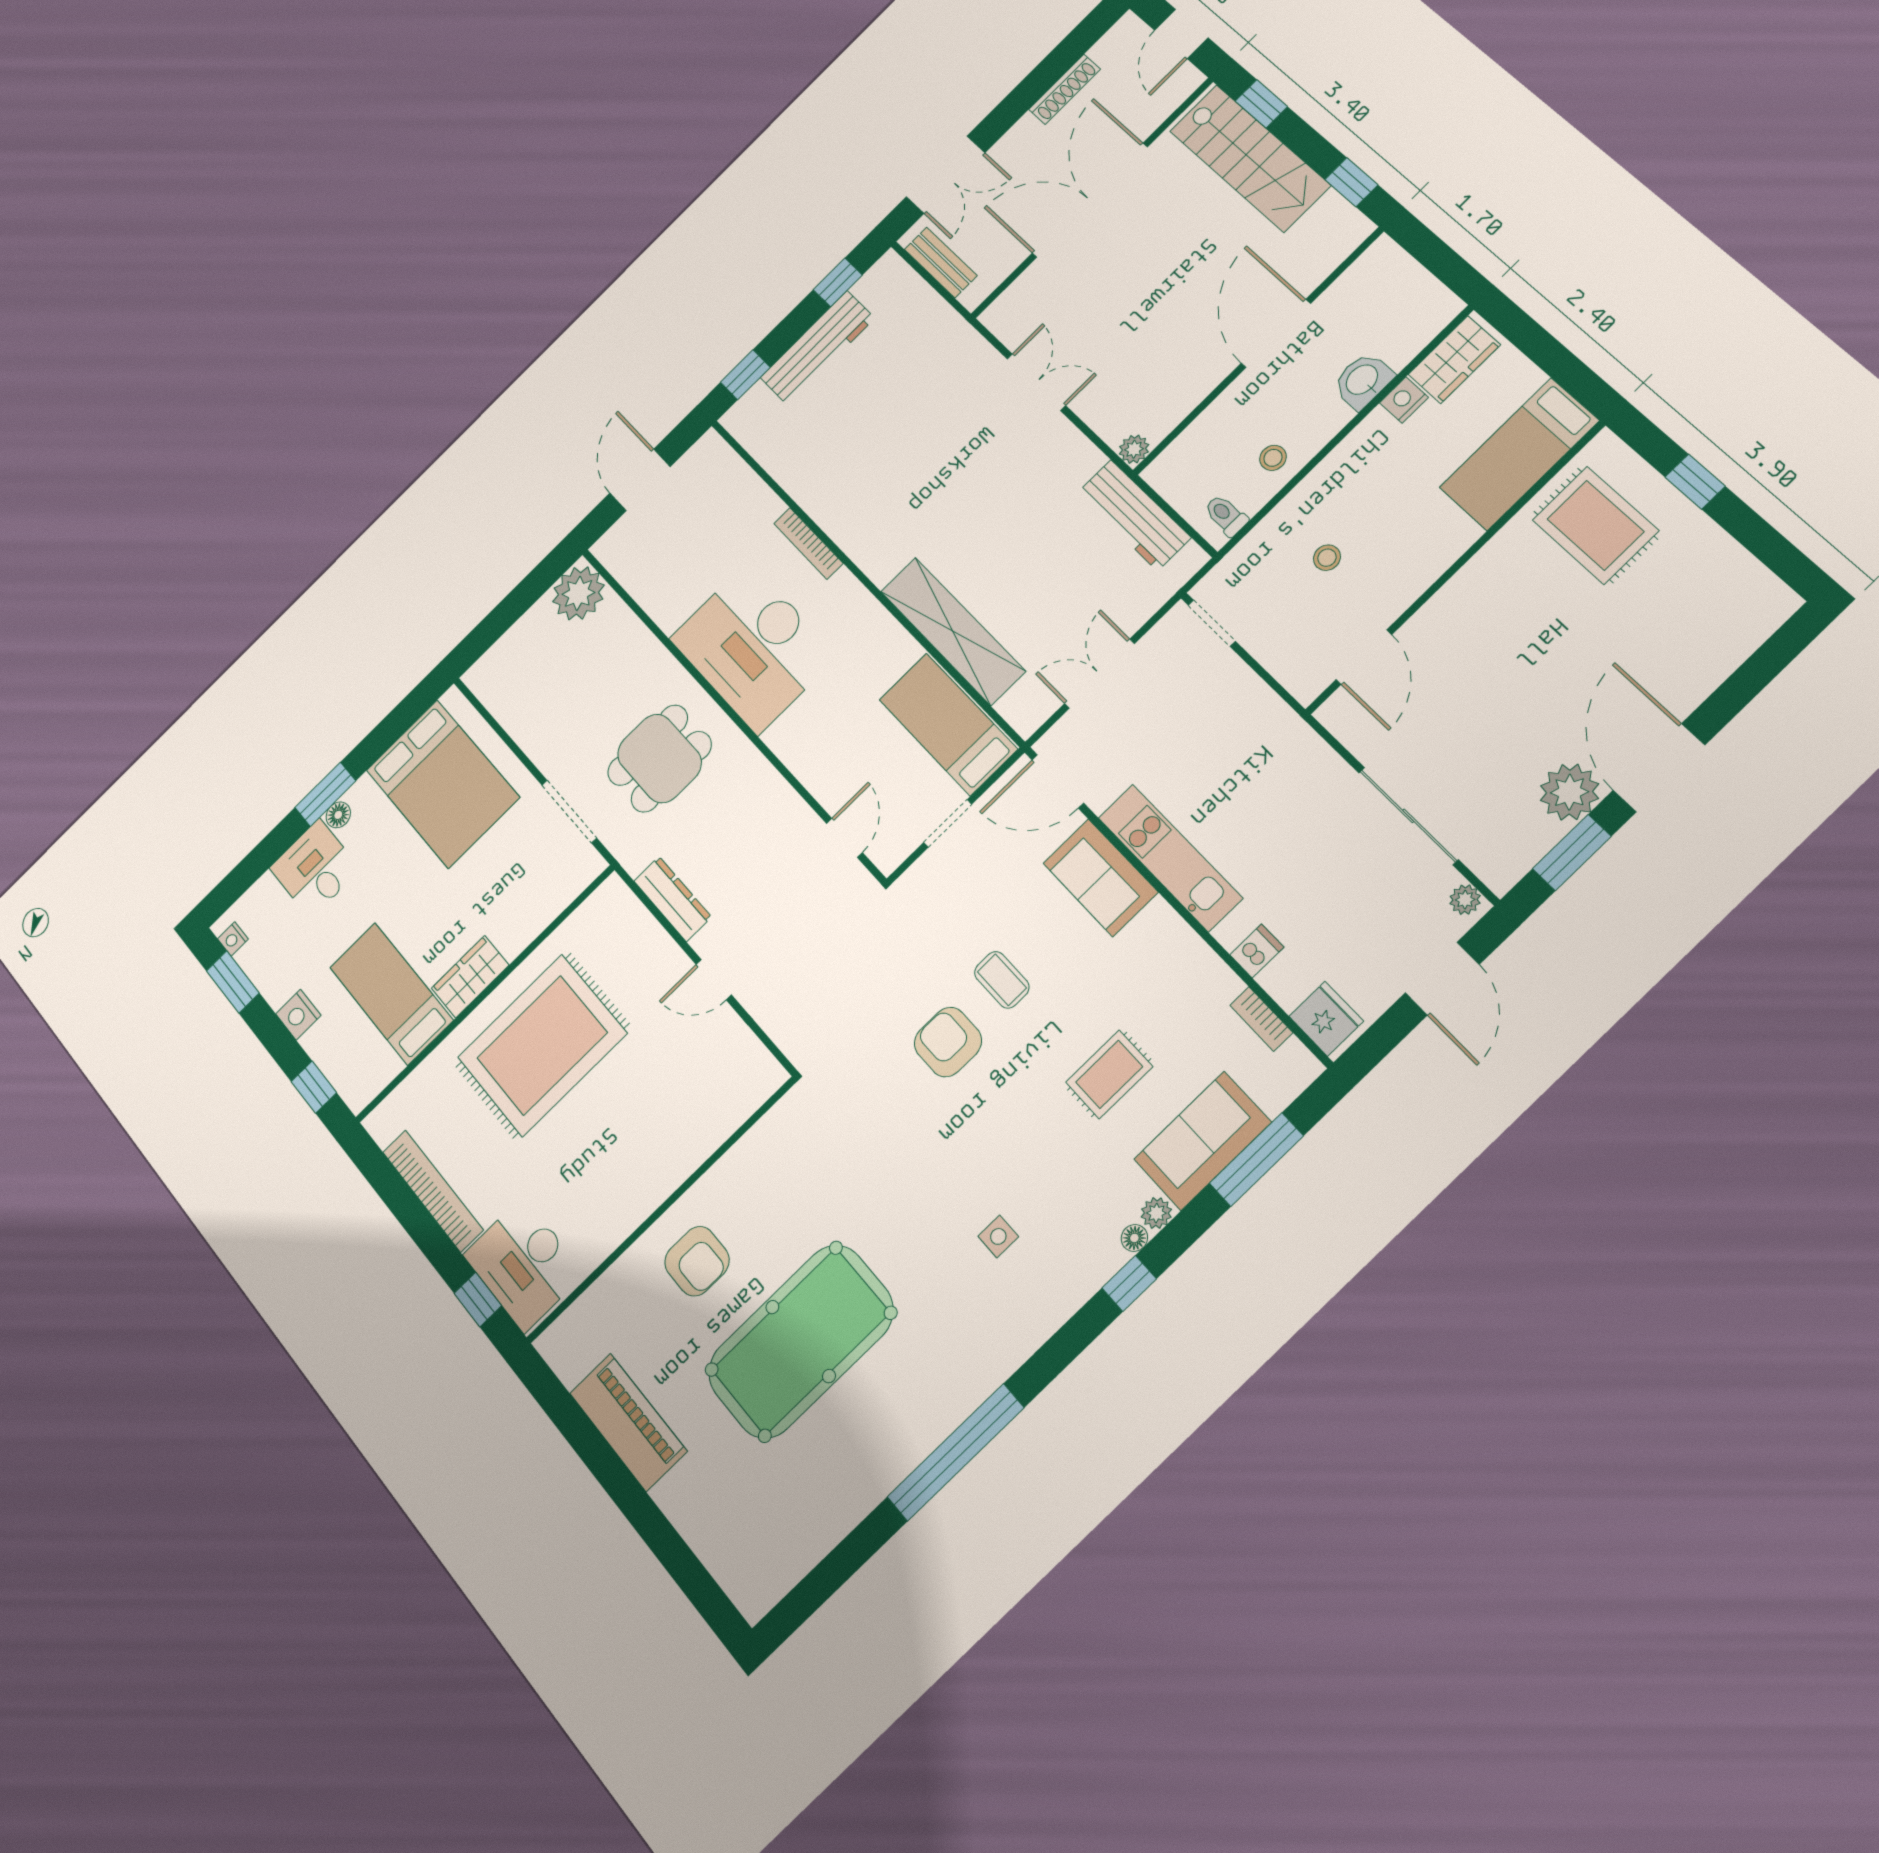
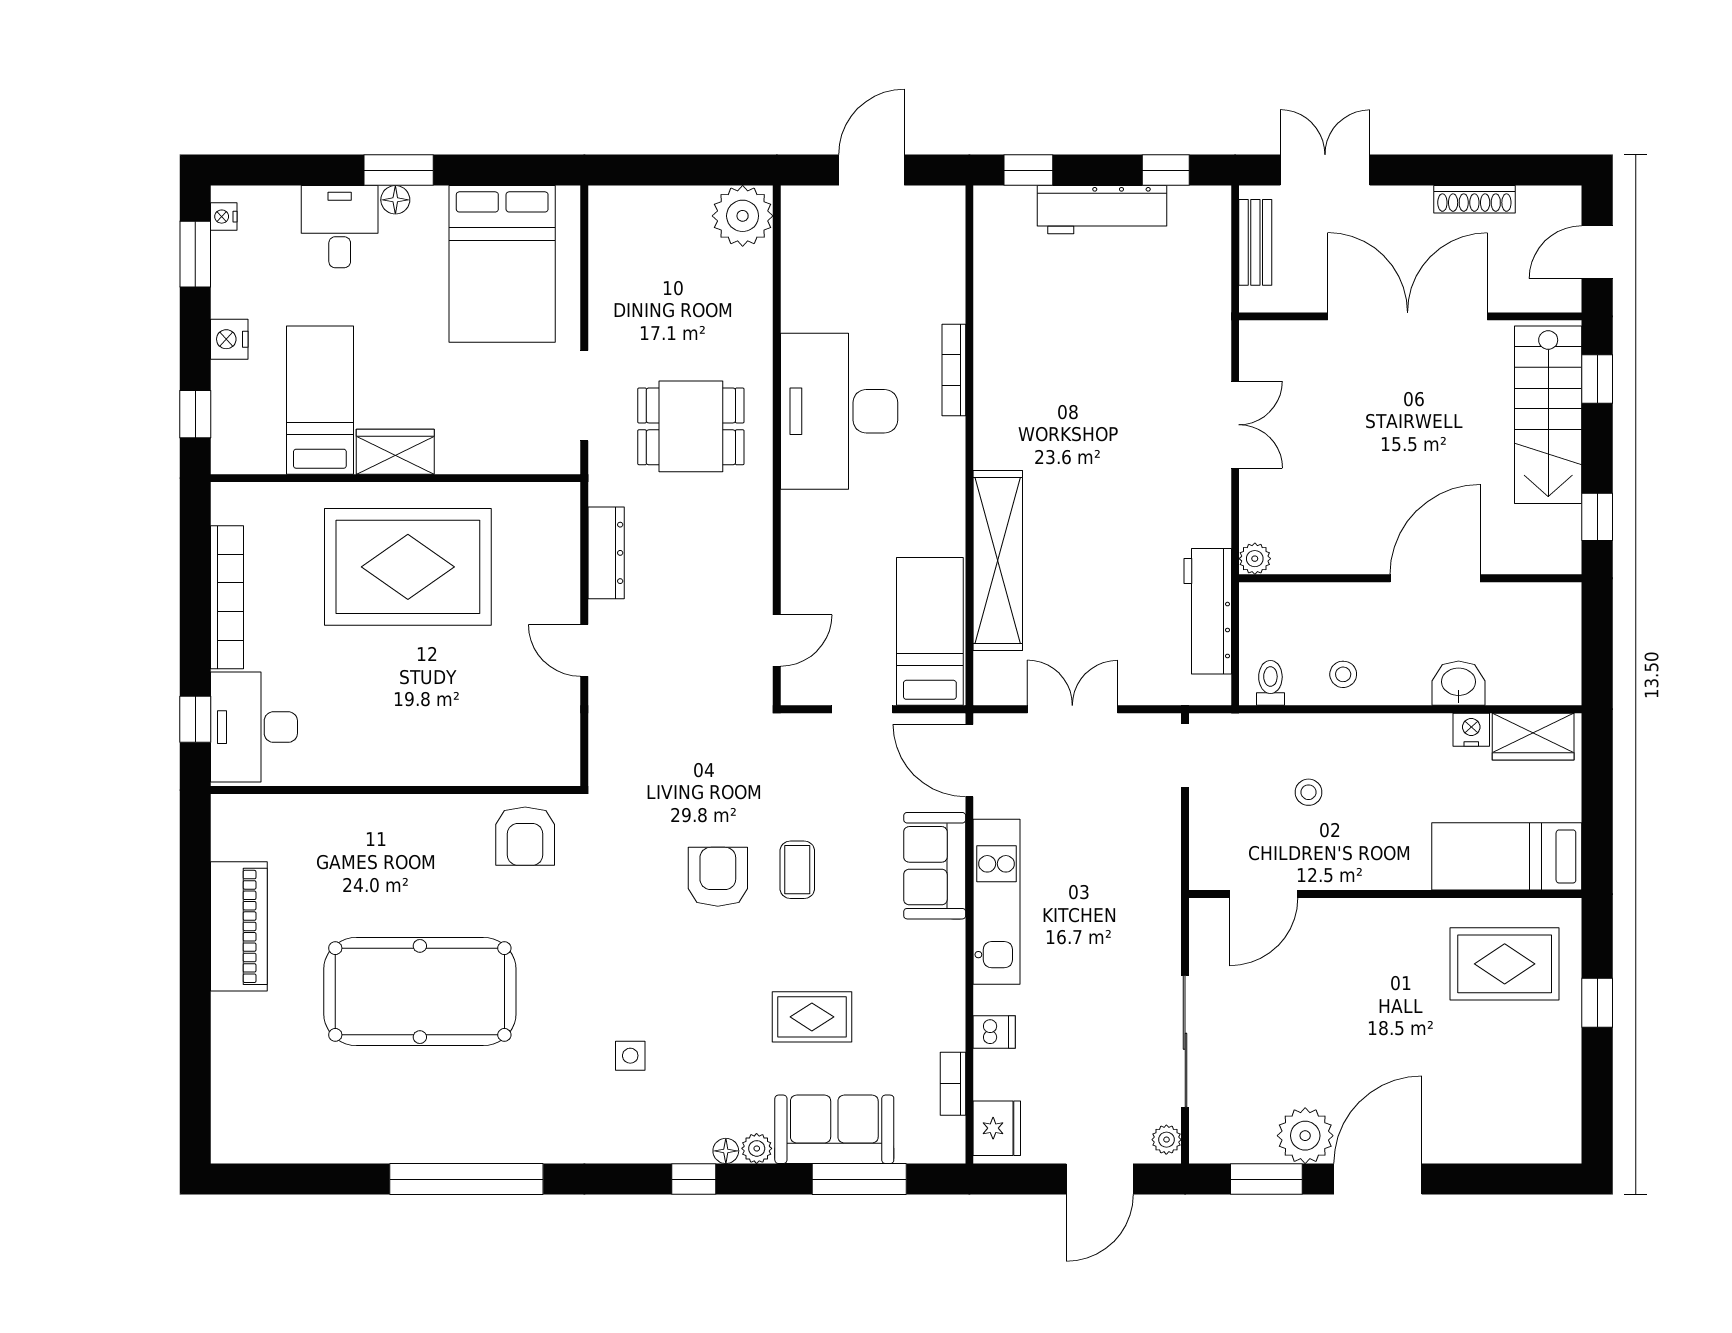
double door: (946, 175) -> (1325, 170), swing flipped
rug: (1595, 525) -> (1505, 964), turned 90
armchair: (697, 1261) -> (525, 836), moved

